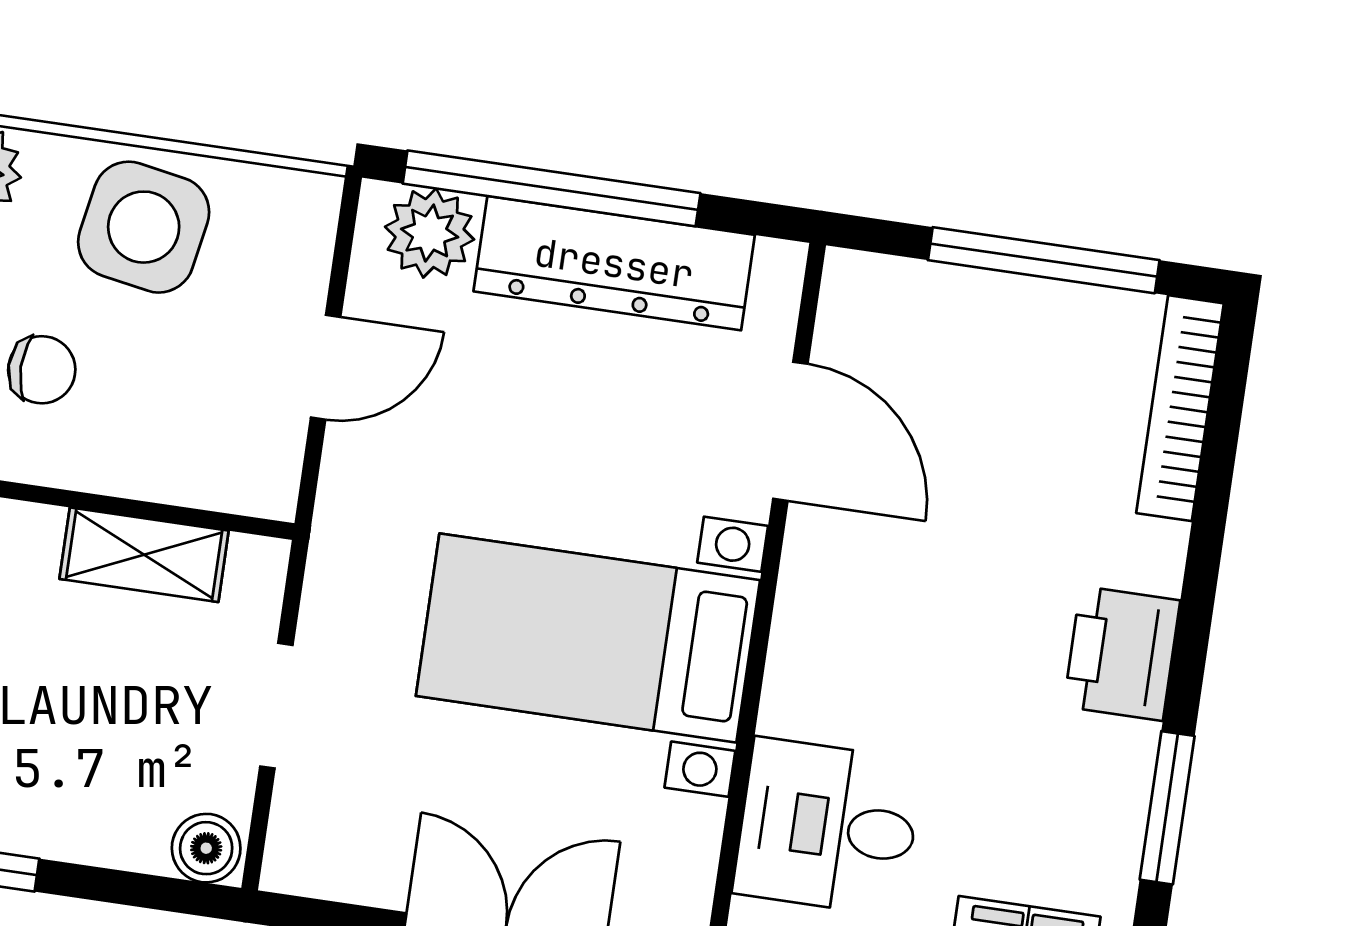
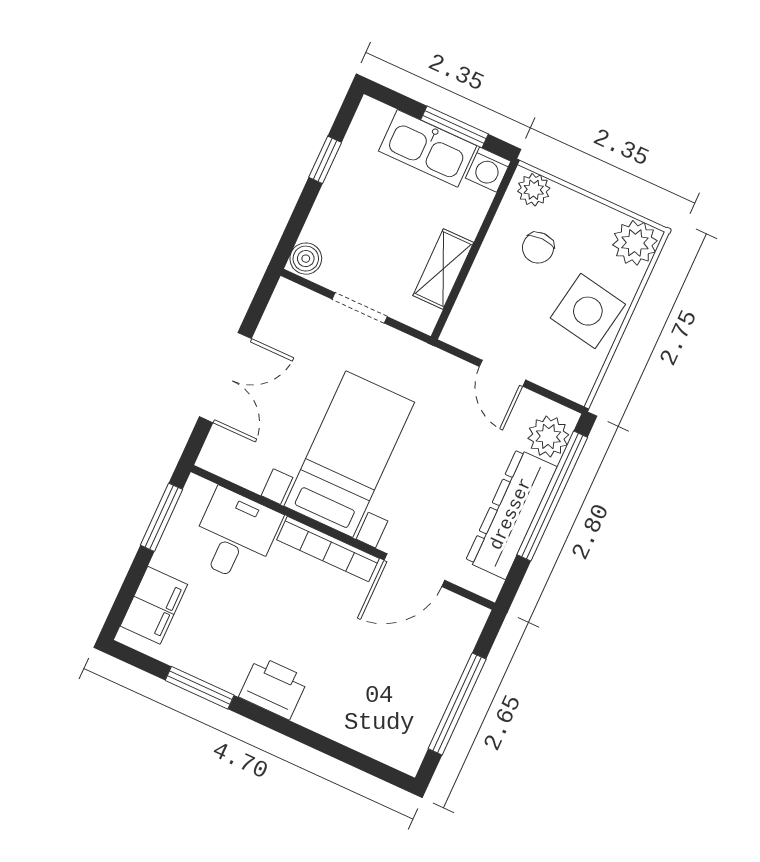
bookcase: (1180, 408) -> (328, 549), moved, turned 180

